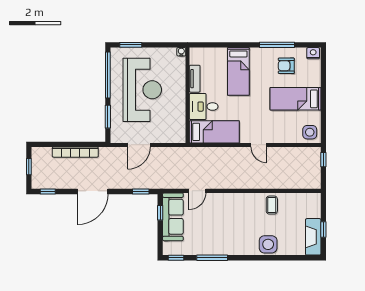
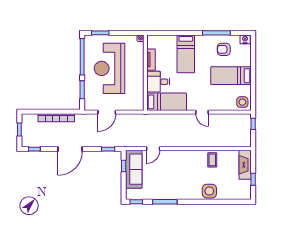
reception desk: (142, 90) -> (109, 68), turned 180
fireplace: (313, 237) -> (245, 165), moved

